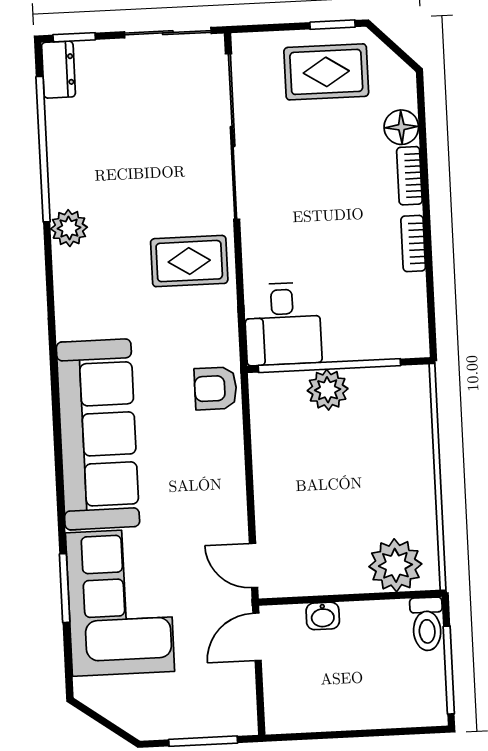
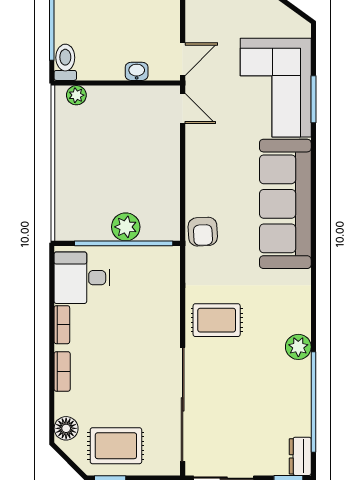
floor lamp: (401, 127) -> (66, 428), moved
desk: (283, 324) -> (82, 278), moved, turned -90
armchair: (216, 388) -> (203, 232), turned 87
plant: (395, 565) -> (76, 95), width x0.53, depth x0.53

